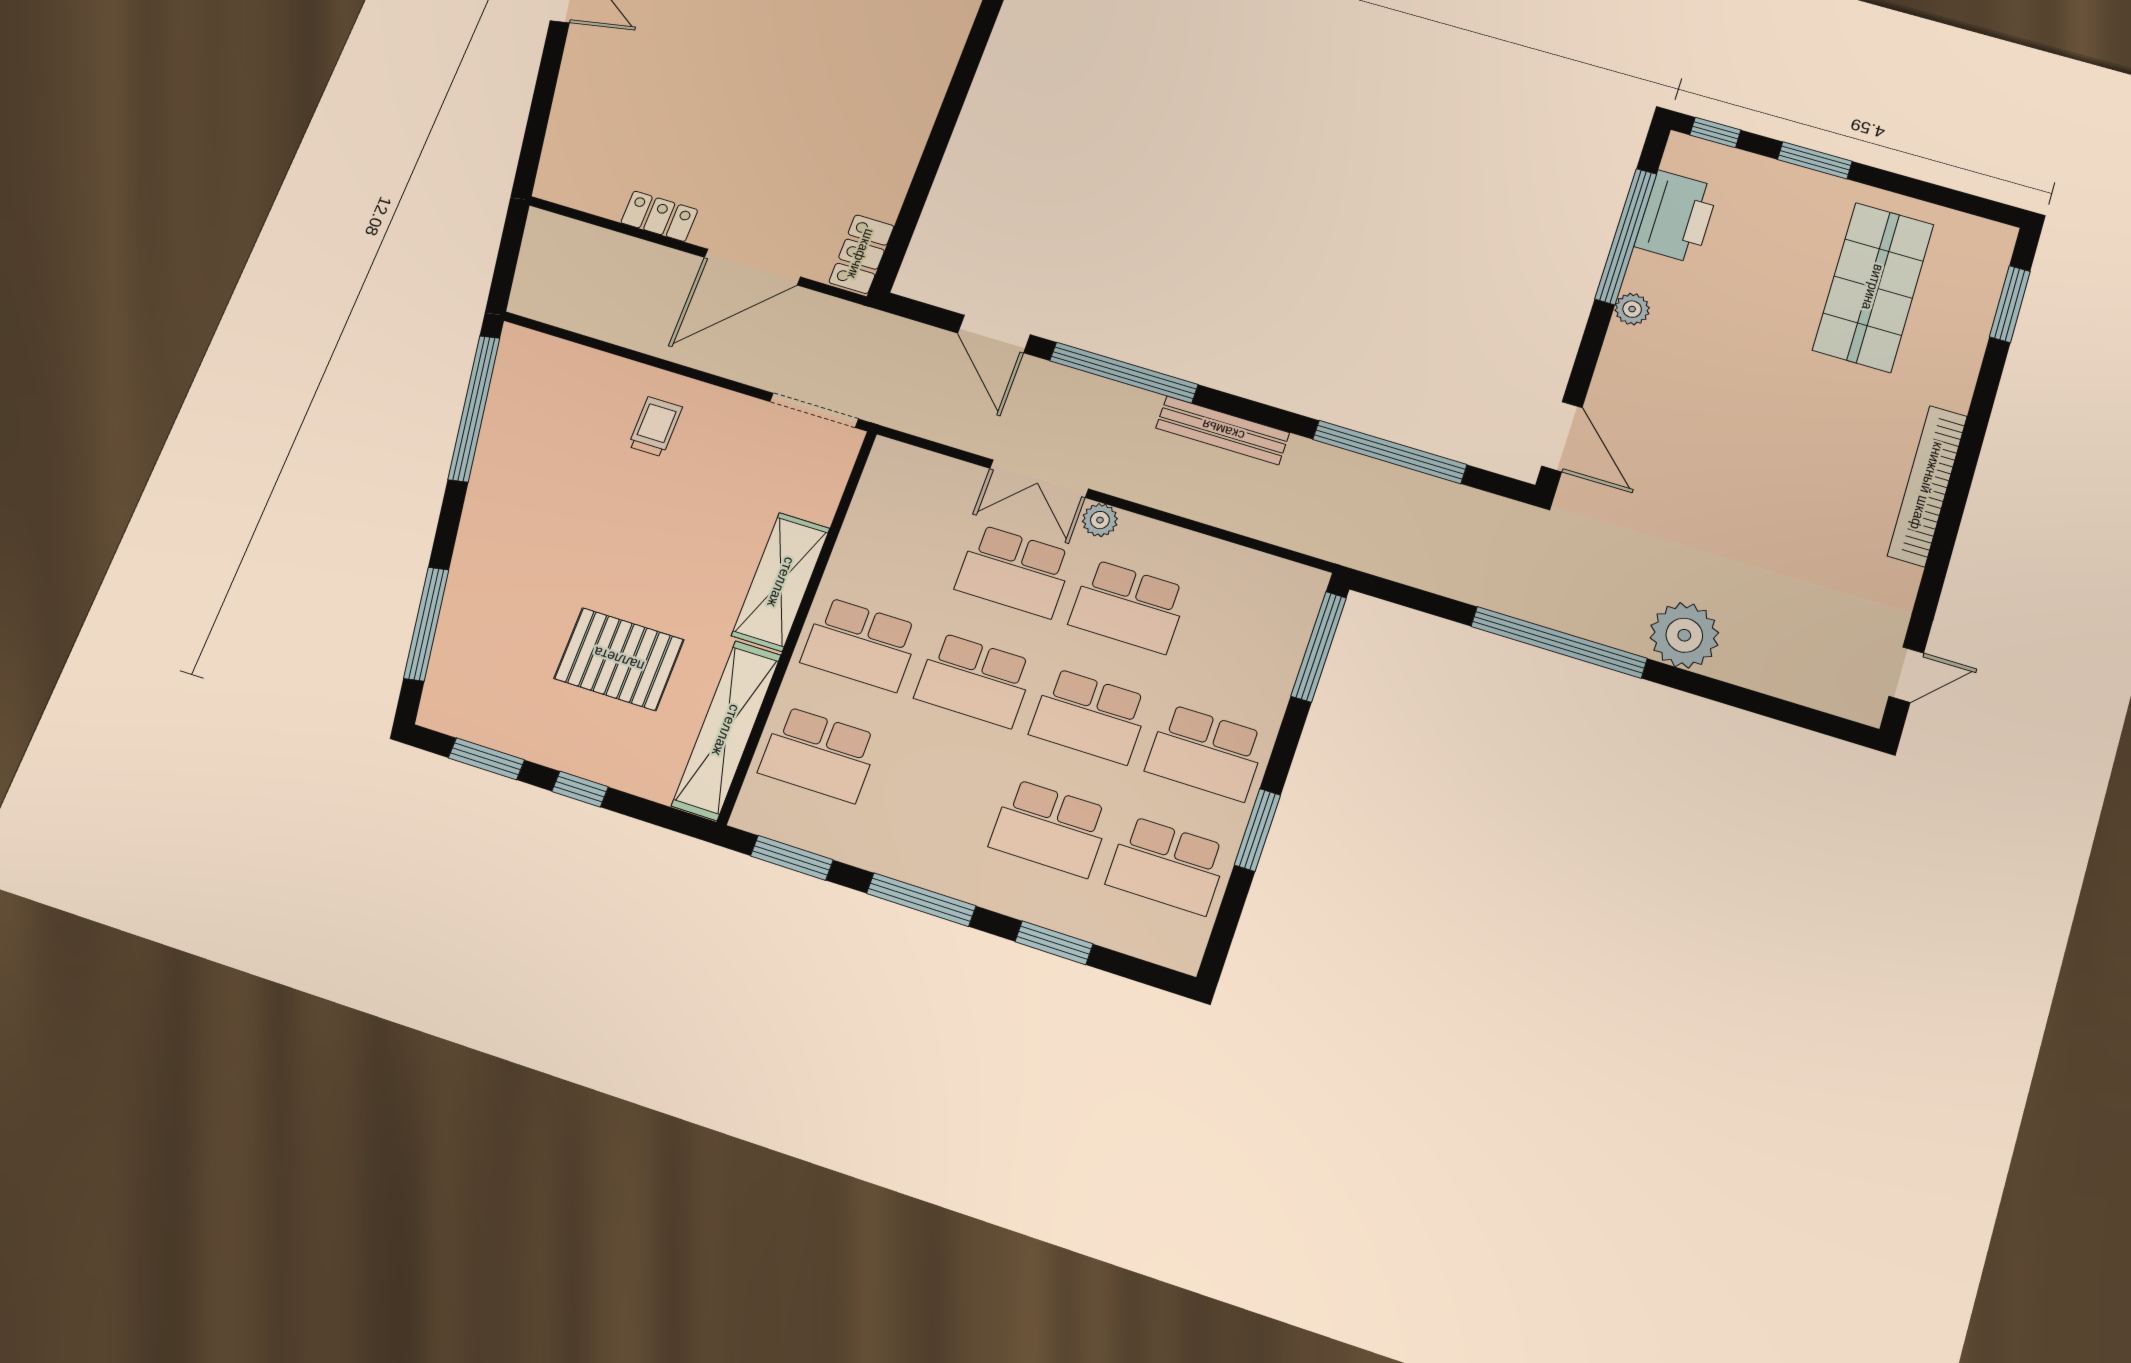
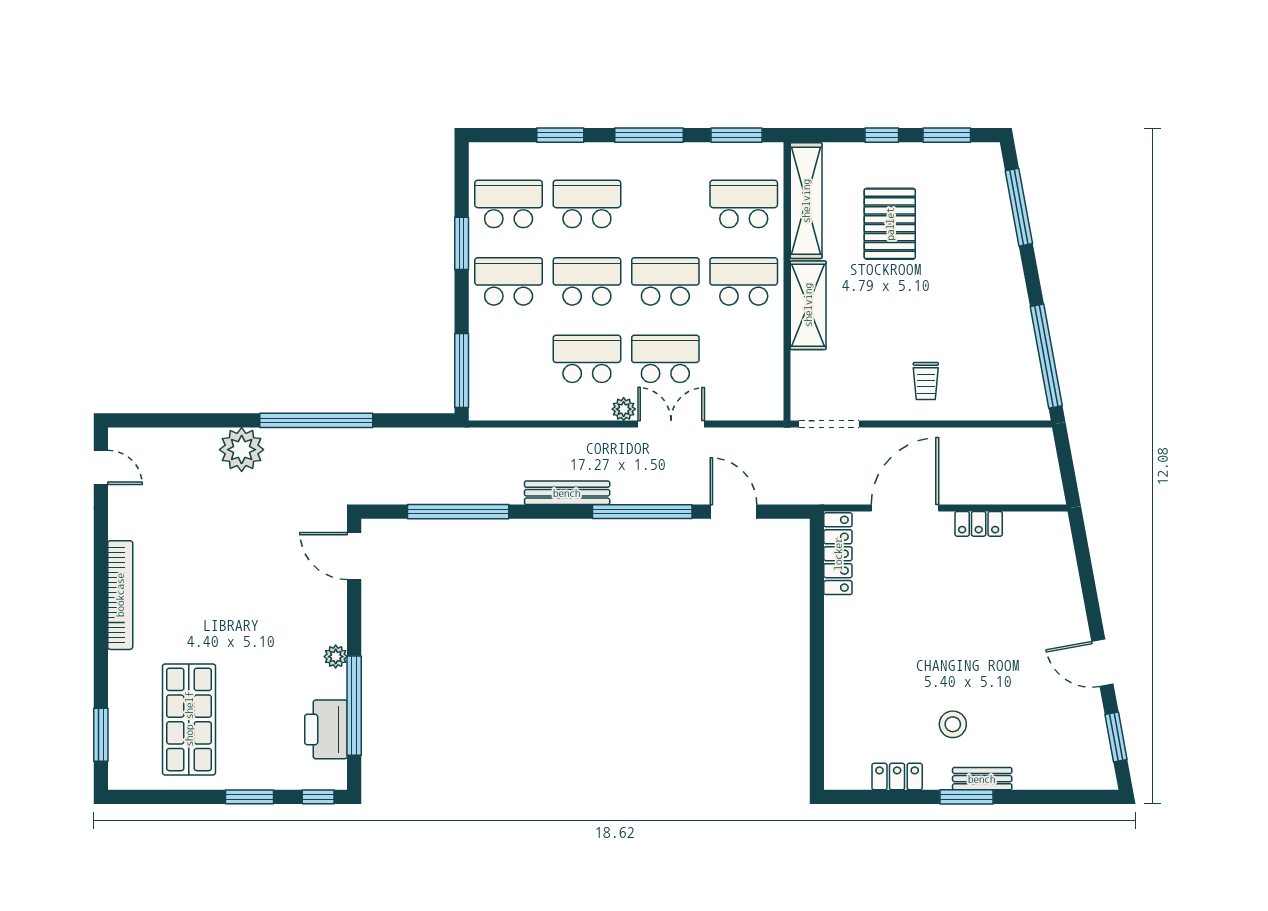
locker: (861, 254) -> (838, 554), width x1.53
pallet: (619, 659) -> (890, 224), turned 90
door: (1906, 675) -> (101, 467), swing flipped

